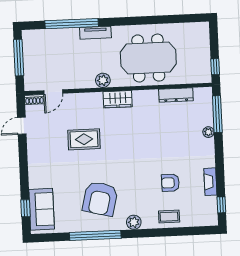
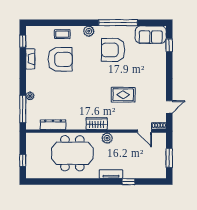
window: (72, 24) -> (129, 182), width x0.32
window: (19, 58) -> (169, 158), width x0.69
window: (215, 67) -> (23, 160), moved
door: (53, 92) -> (145, 131), swing flipped
armchair: (170, 183) -> (60, 59), width x1.88, depth x1.88
armchair: (100, 199) -> (113, 50), turned -104
sofa: (42, 209) -> (151, 35), moved, turned -90

